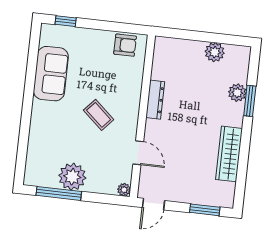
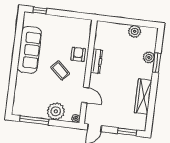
armchair: (125, 45) -> (78, 54), moved, turned -90
sofa: (51, 74) -> (29, 50), width x1.36
plant: (72, 177) -> (56, 111), moved

